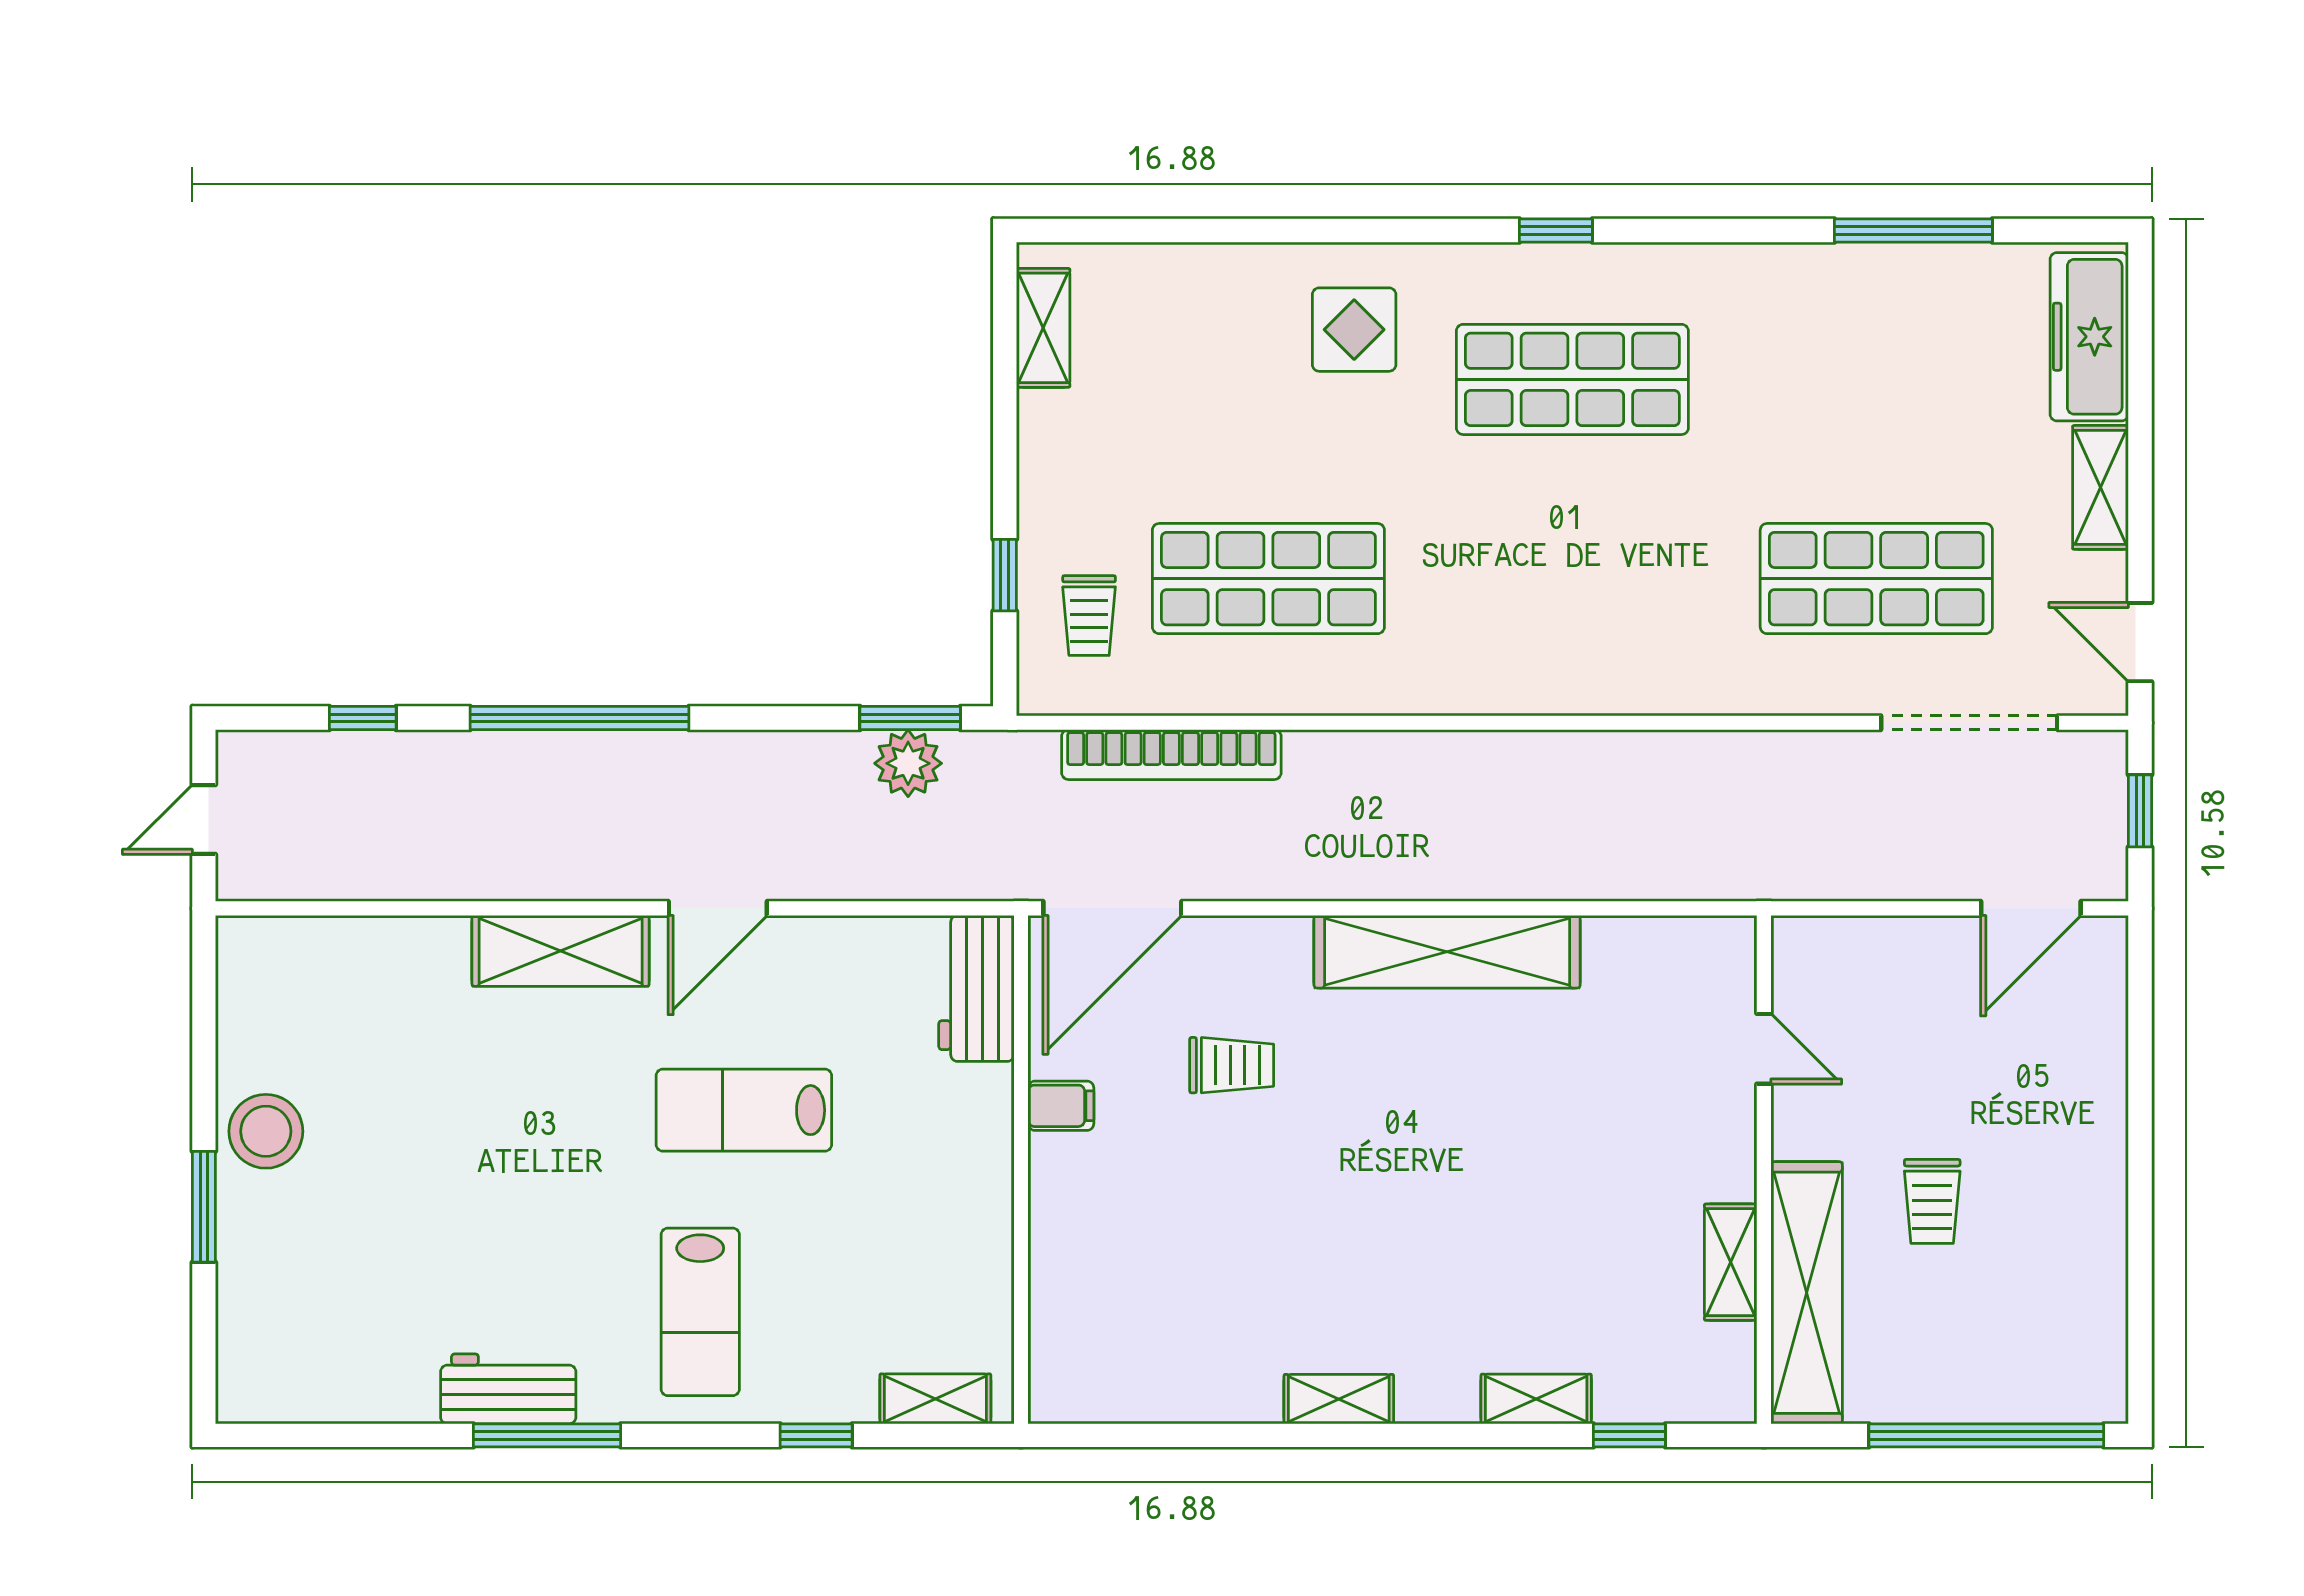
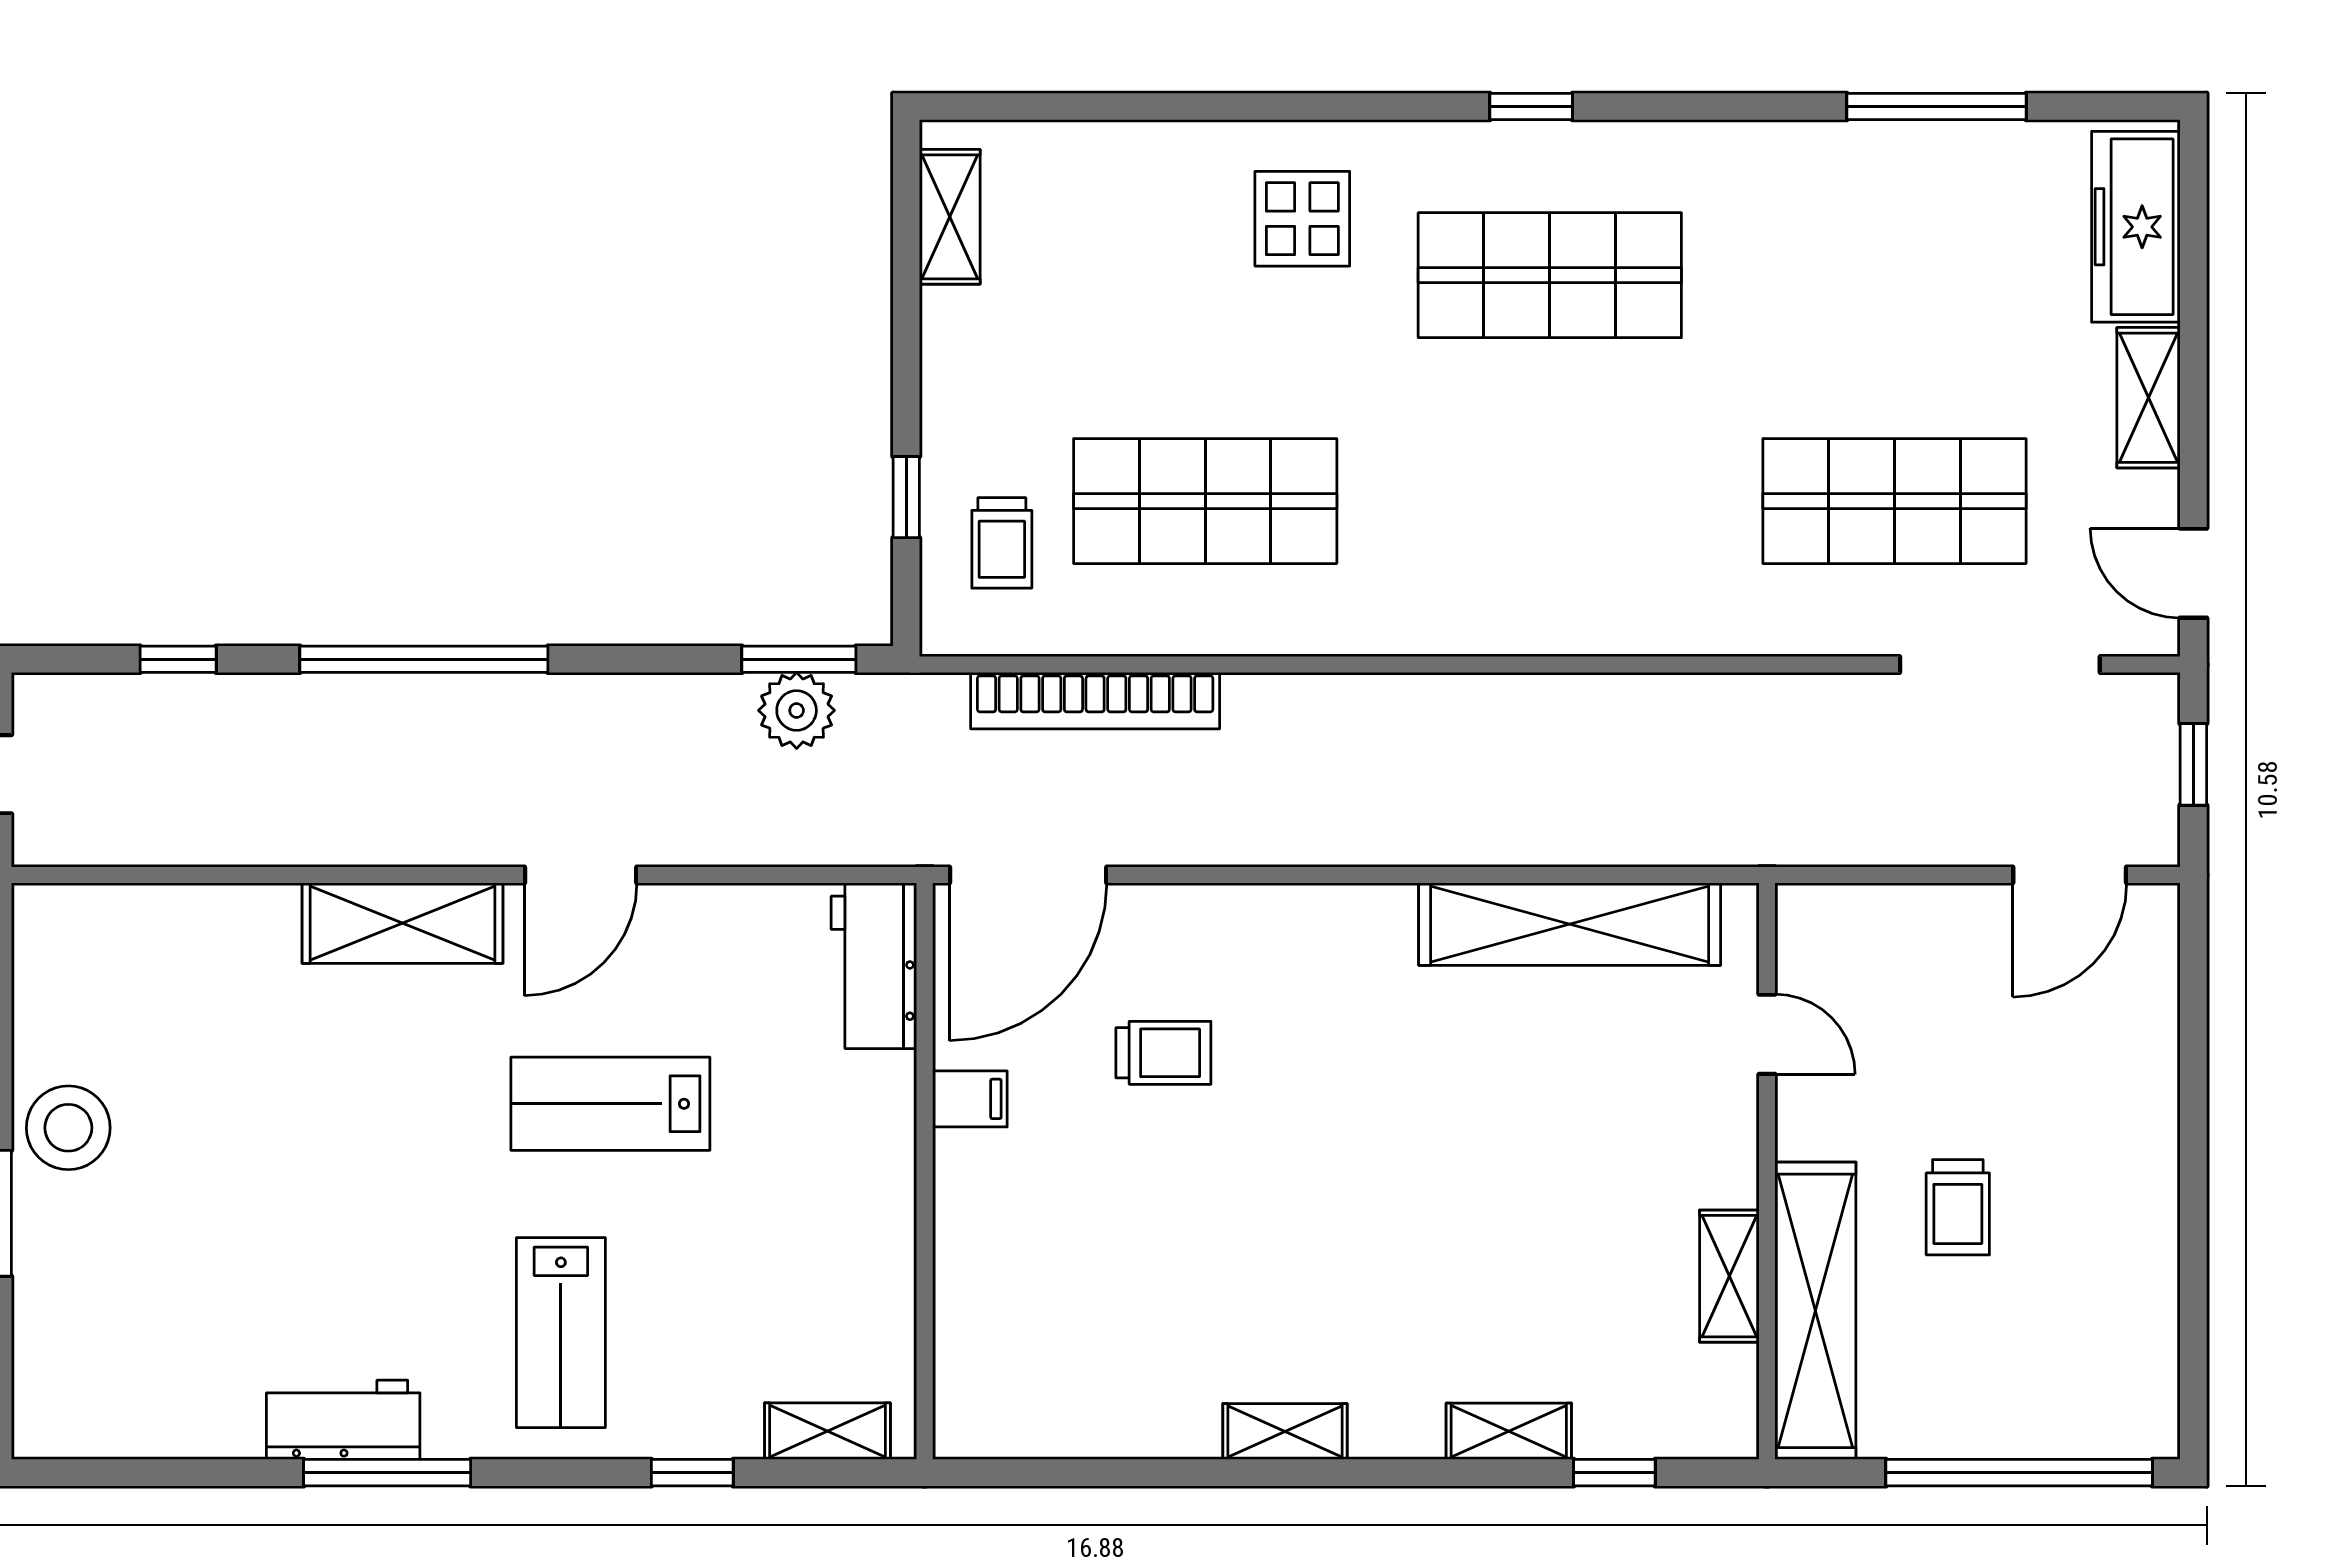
shelving: (1447, 952) -> (1570, 924), moved

